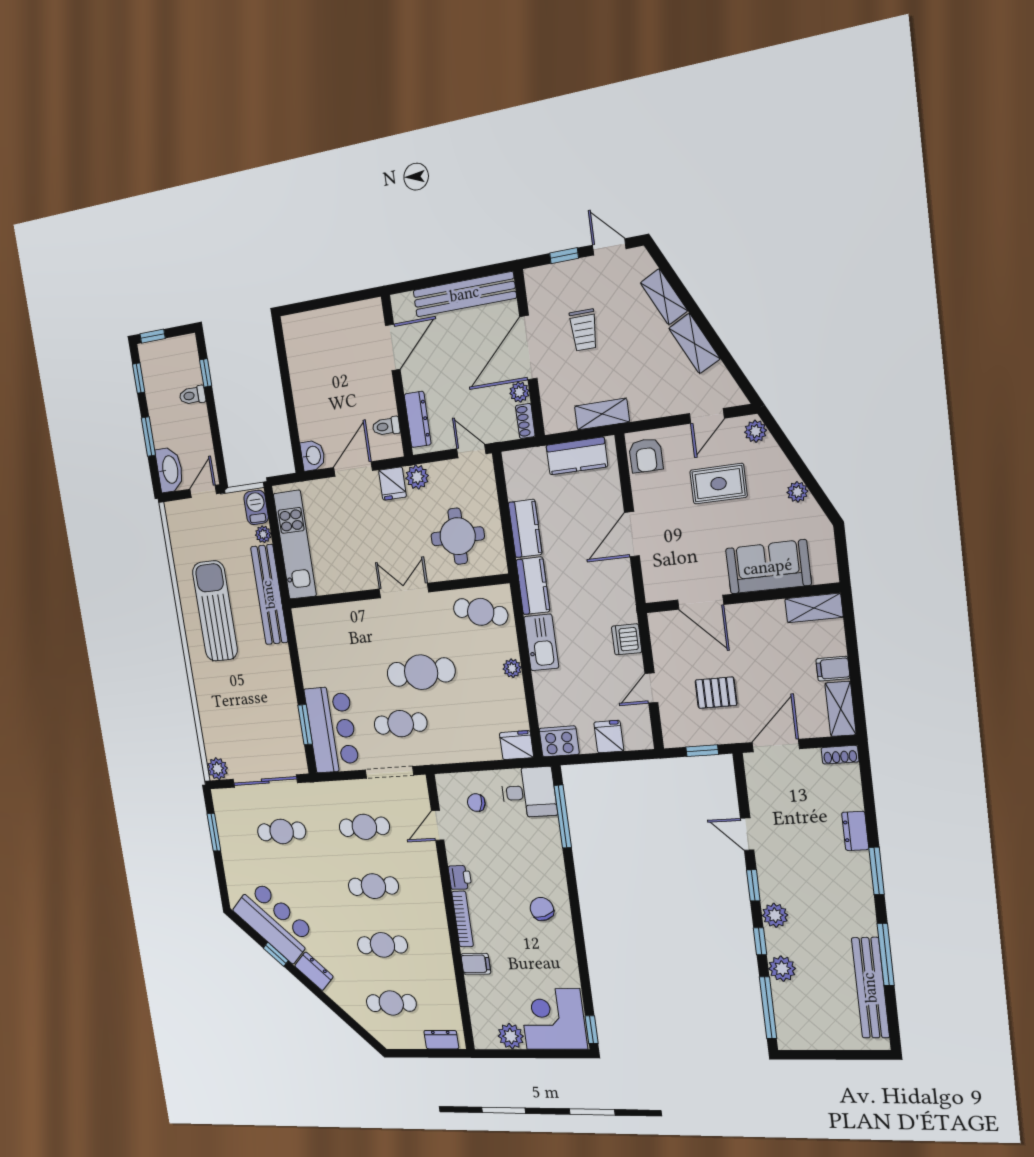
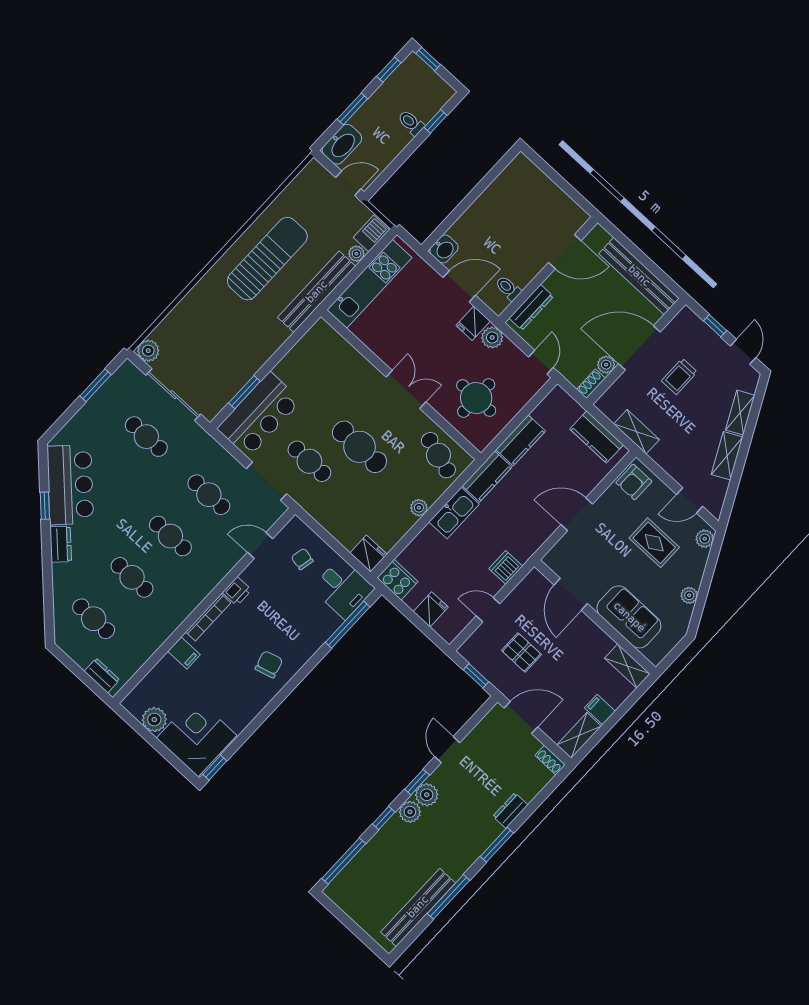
plant: (782, 969) -> (427, 795), moved

